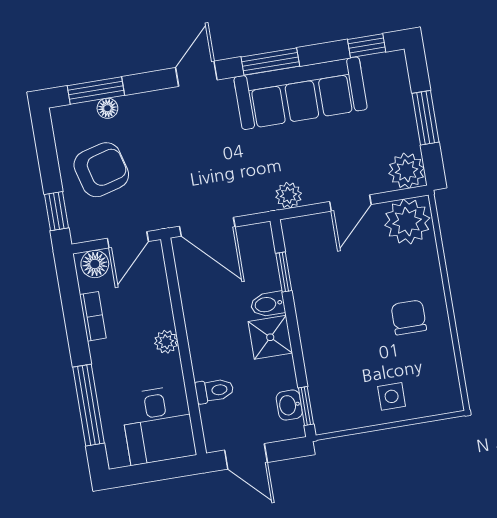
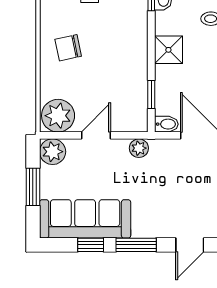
window: (367, 46) -> (91, 245), moved
sofa: (301, 93) -> (85, 219), moved
bidet: (268, 304) -> (166, 124), moved
chair: (409, 317) -> (68, 48), turned 78

